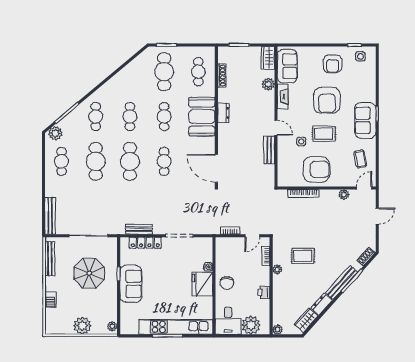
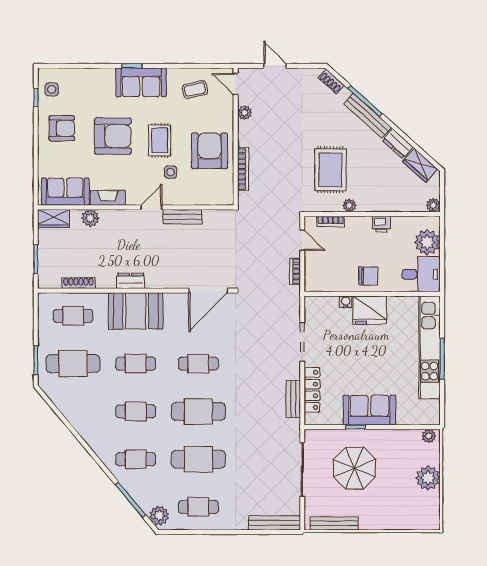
rug: (303, 256) -> (330, 170), width x1.36, depth x1.43
barbecue: (51, 300) -> (391, 522), removed

